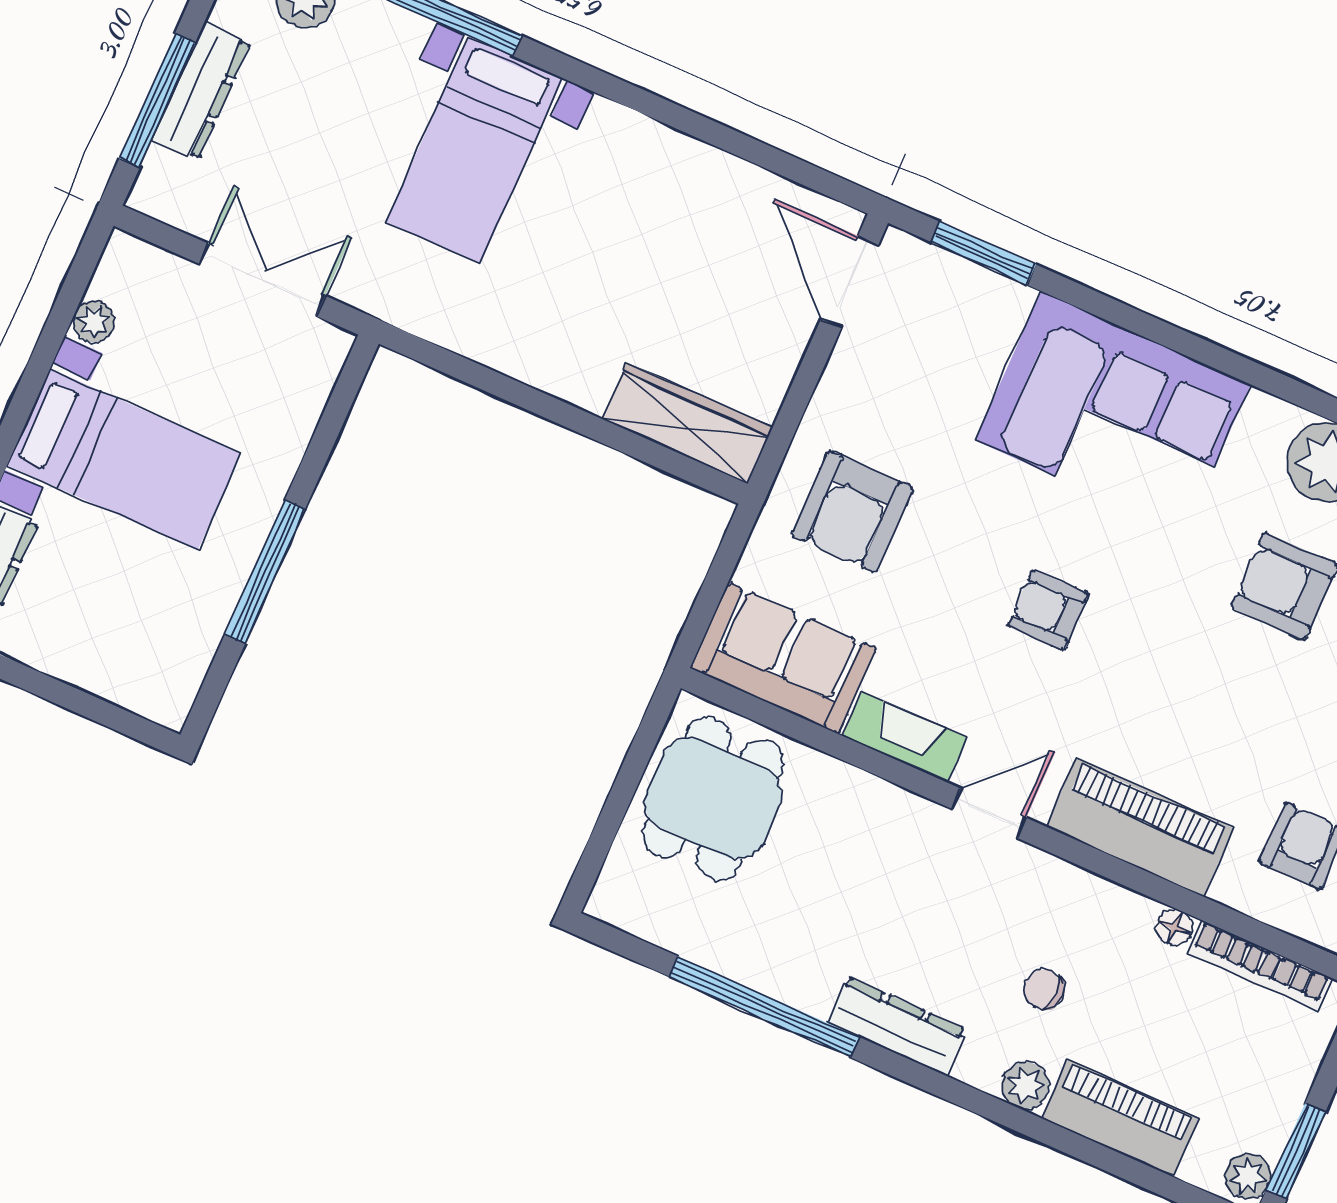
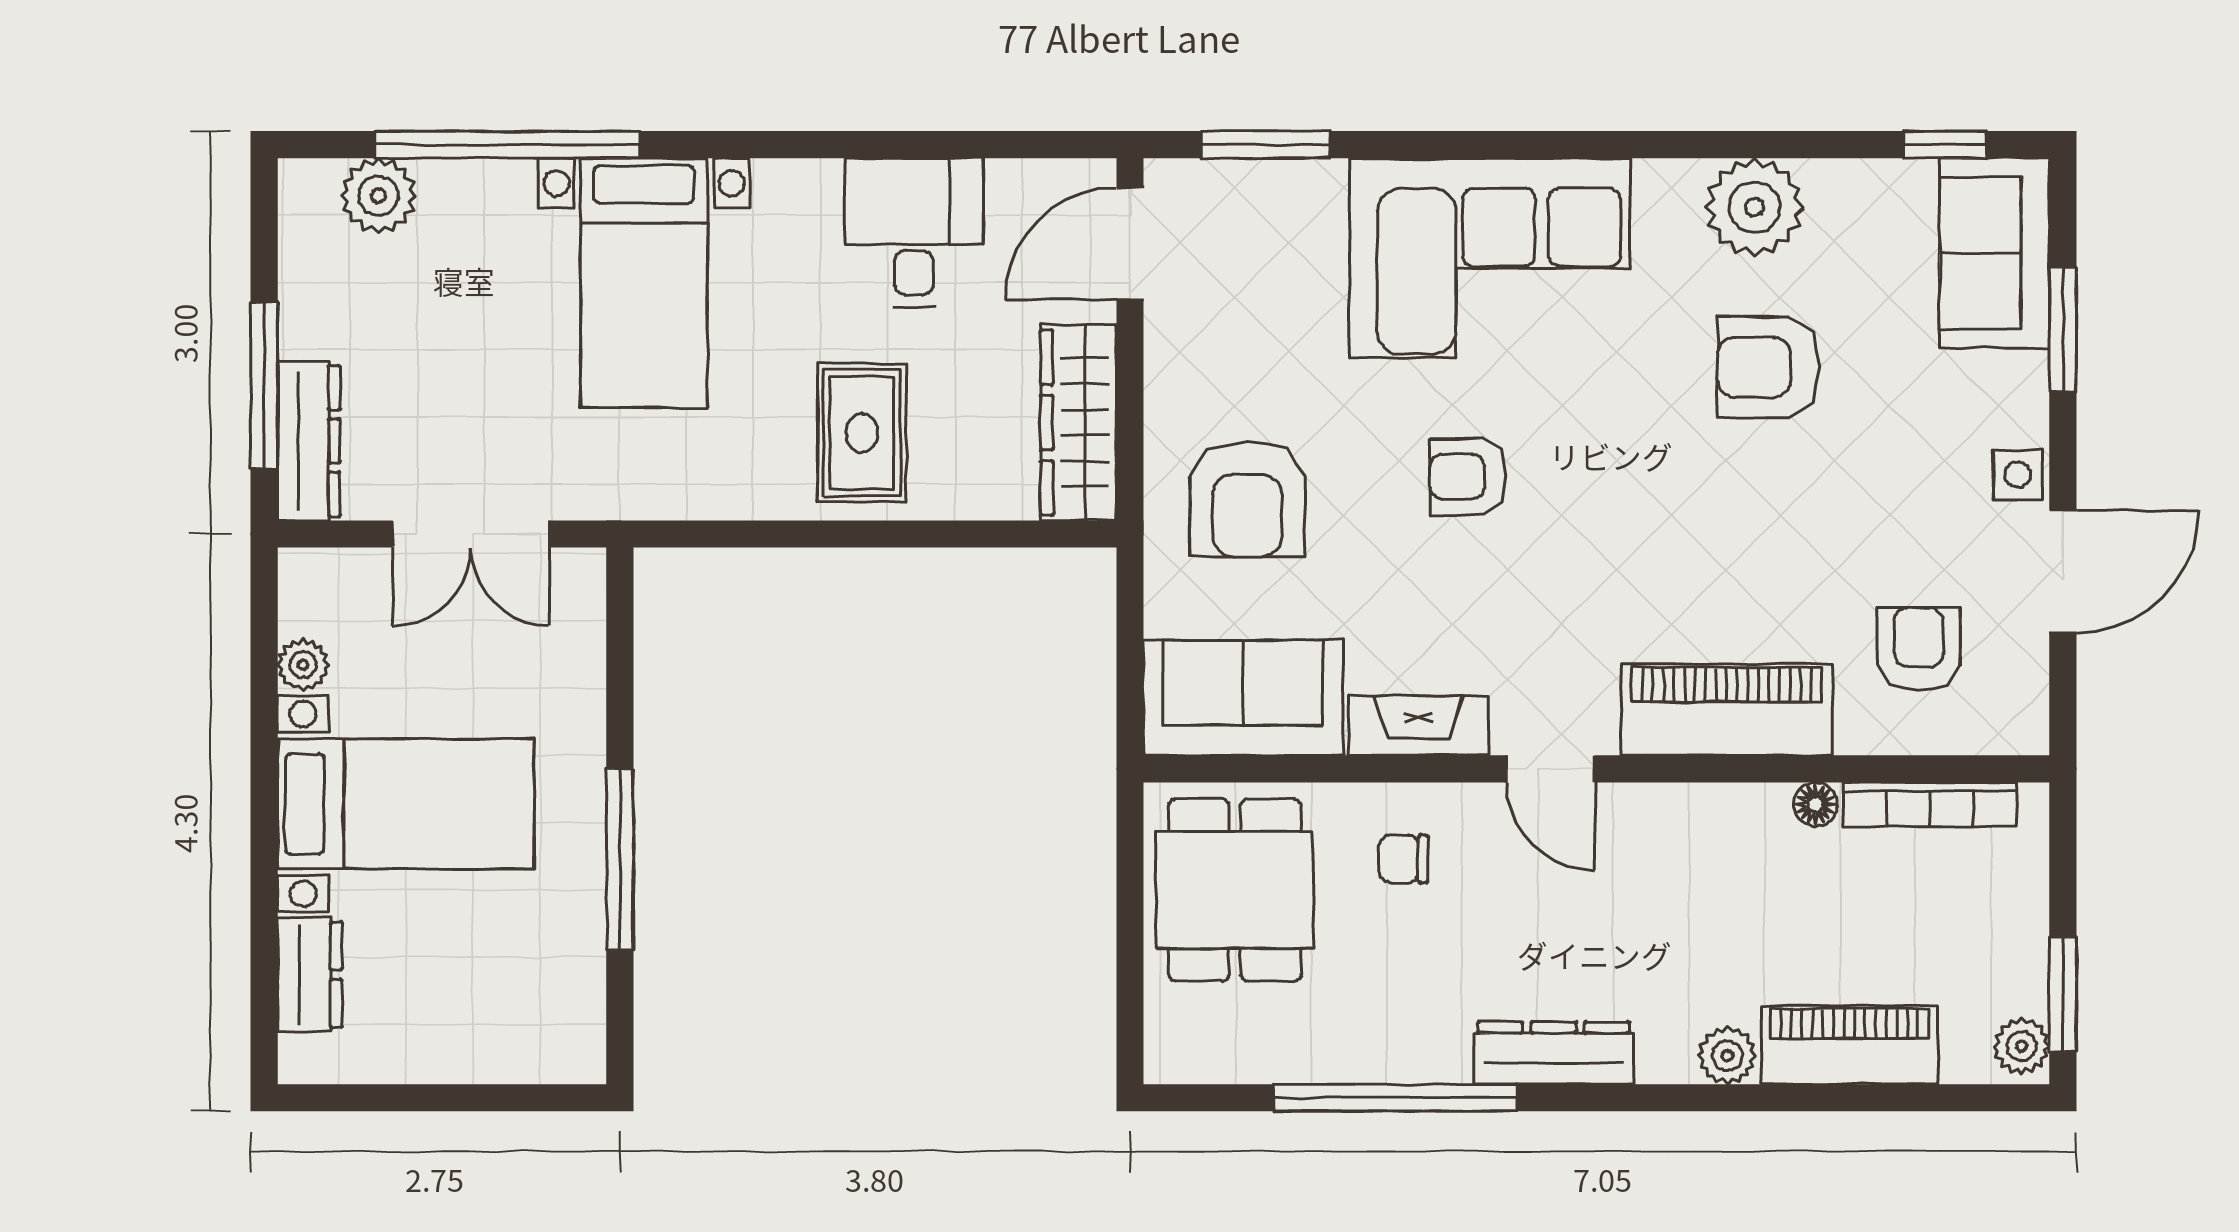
dresser: (201, 91) -> (309, 441), moved
desk: (692, 202) -> (914, 233), added
double door: (262, 280) -> (471, 534), swing flipped
door: (850, 282) -> (1130, 243), hinge flipped
rug: (587, 334) -> (862, 433), added
wardrobe: (687, 423) -> (1079, 423), moved, turned -90
armchair: (1048, 610) -> (1468, 476), moved
door: (989, 813) -> (1551, 769), swing flipped
chair: (1044, 990) -> (1404, 859), moved

